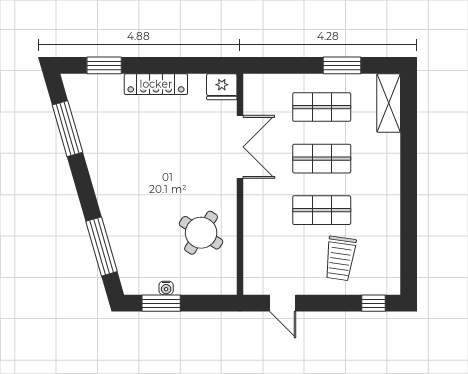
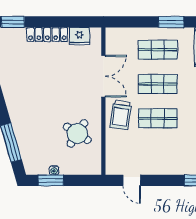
fridge: (222, 87) -> (79, 36), moved
trolley: (340, 258) -> (121, 115), moved

